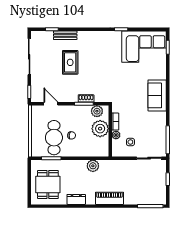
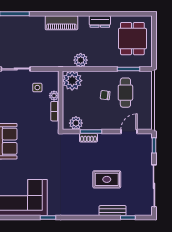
rug: (70, 62) -> (107, 179), turned 90
door: (51, 104) -> (129, 132), swing flipped
plant: (100, 129) -> (72, 81), moved
cafe table: (54, 138) -> (125, 93), width x0.73, depth x0.74

